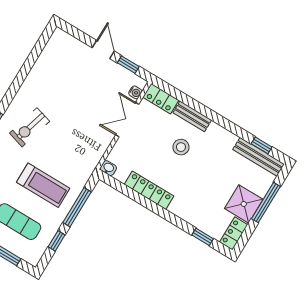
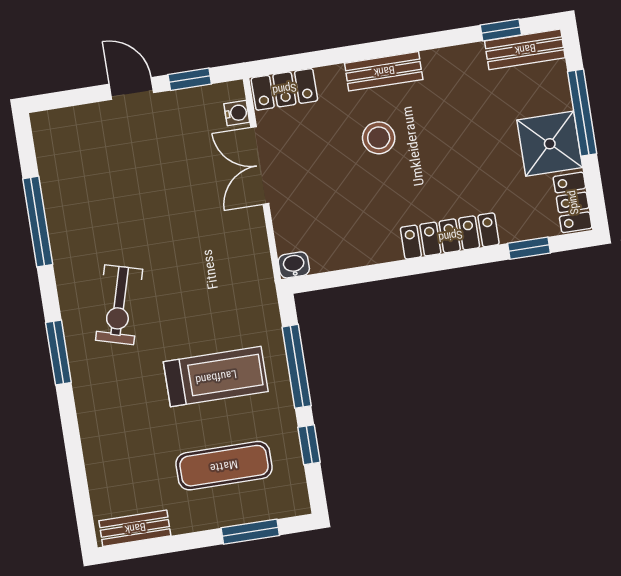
window: (25, 70) -> (38, 222), added
bench: (192, 116) -> (384, 71), moved
bench: (259, 157) -> (525, 49), width x0.73
locker: (149, 190) -> (450, 236), moved

